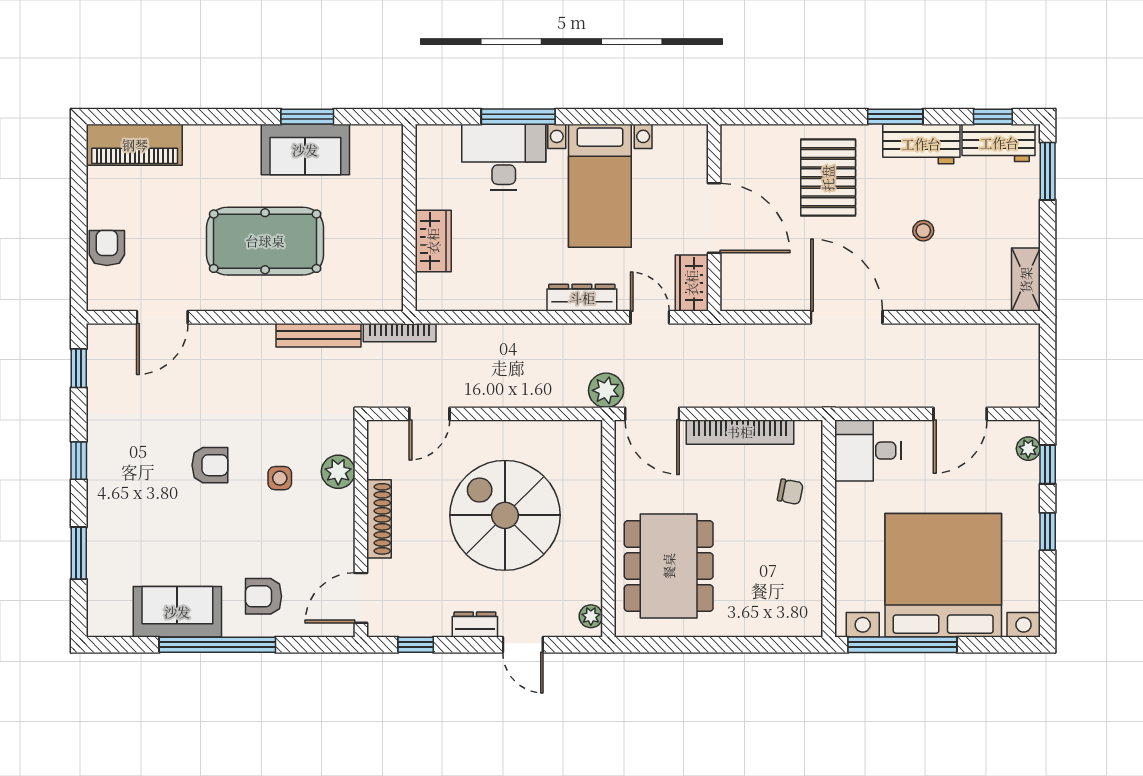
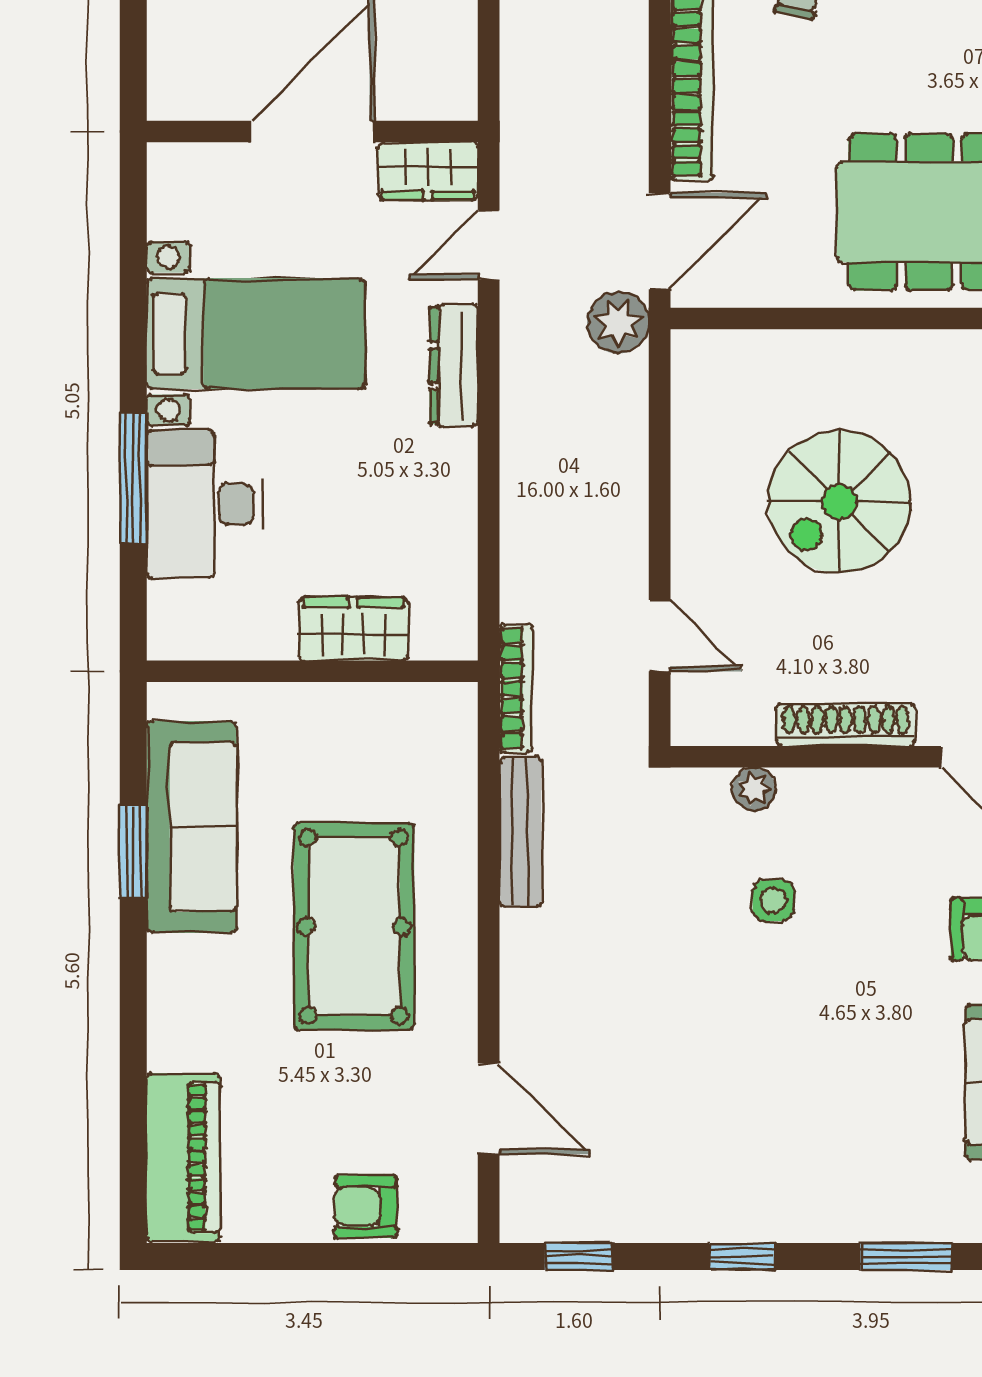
sofa: (305, 150) -> (192, 827), width x1.36
armchair: (210, 465) -> (750, 1024), removed
plant: (338, 472) -> (754, 789), width x0.73, depth x0.73
spiral stairs: (505, 515) -> (839, 502), width x0.73, depth x0.73

